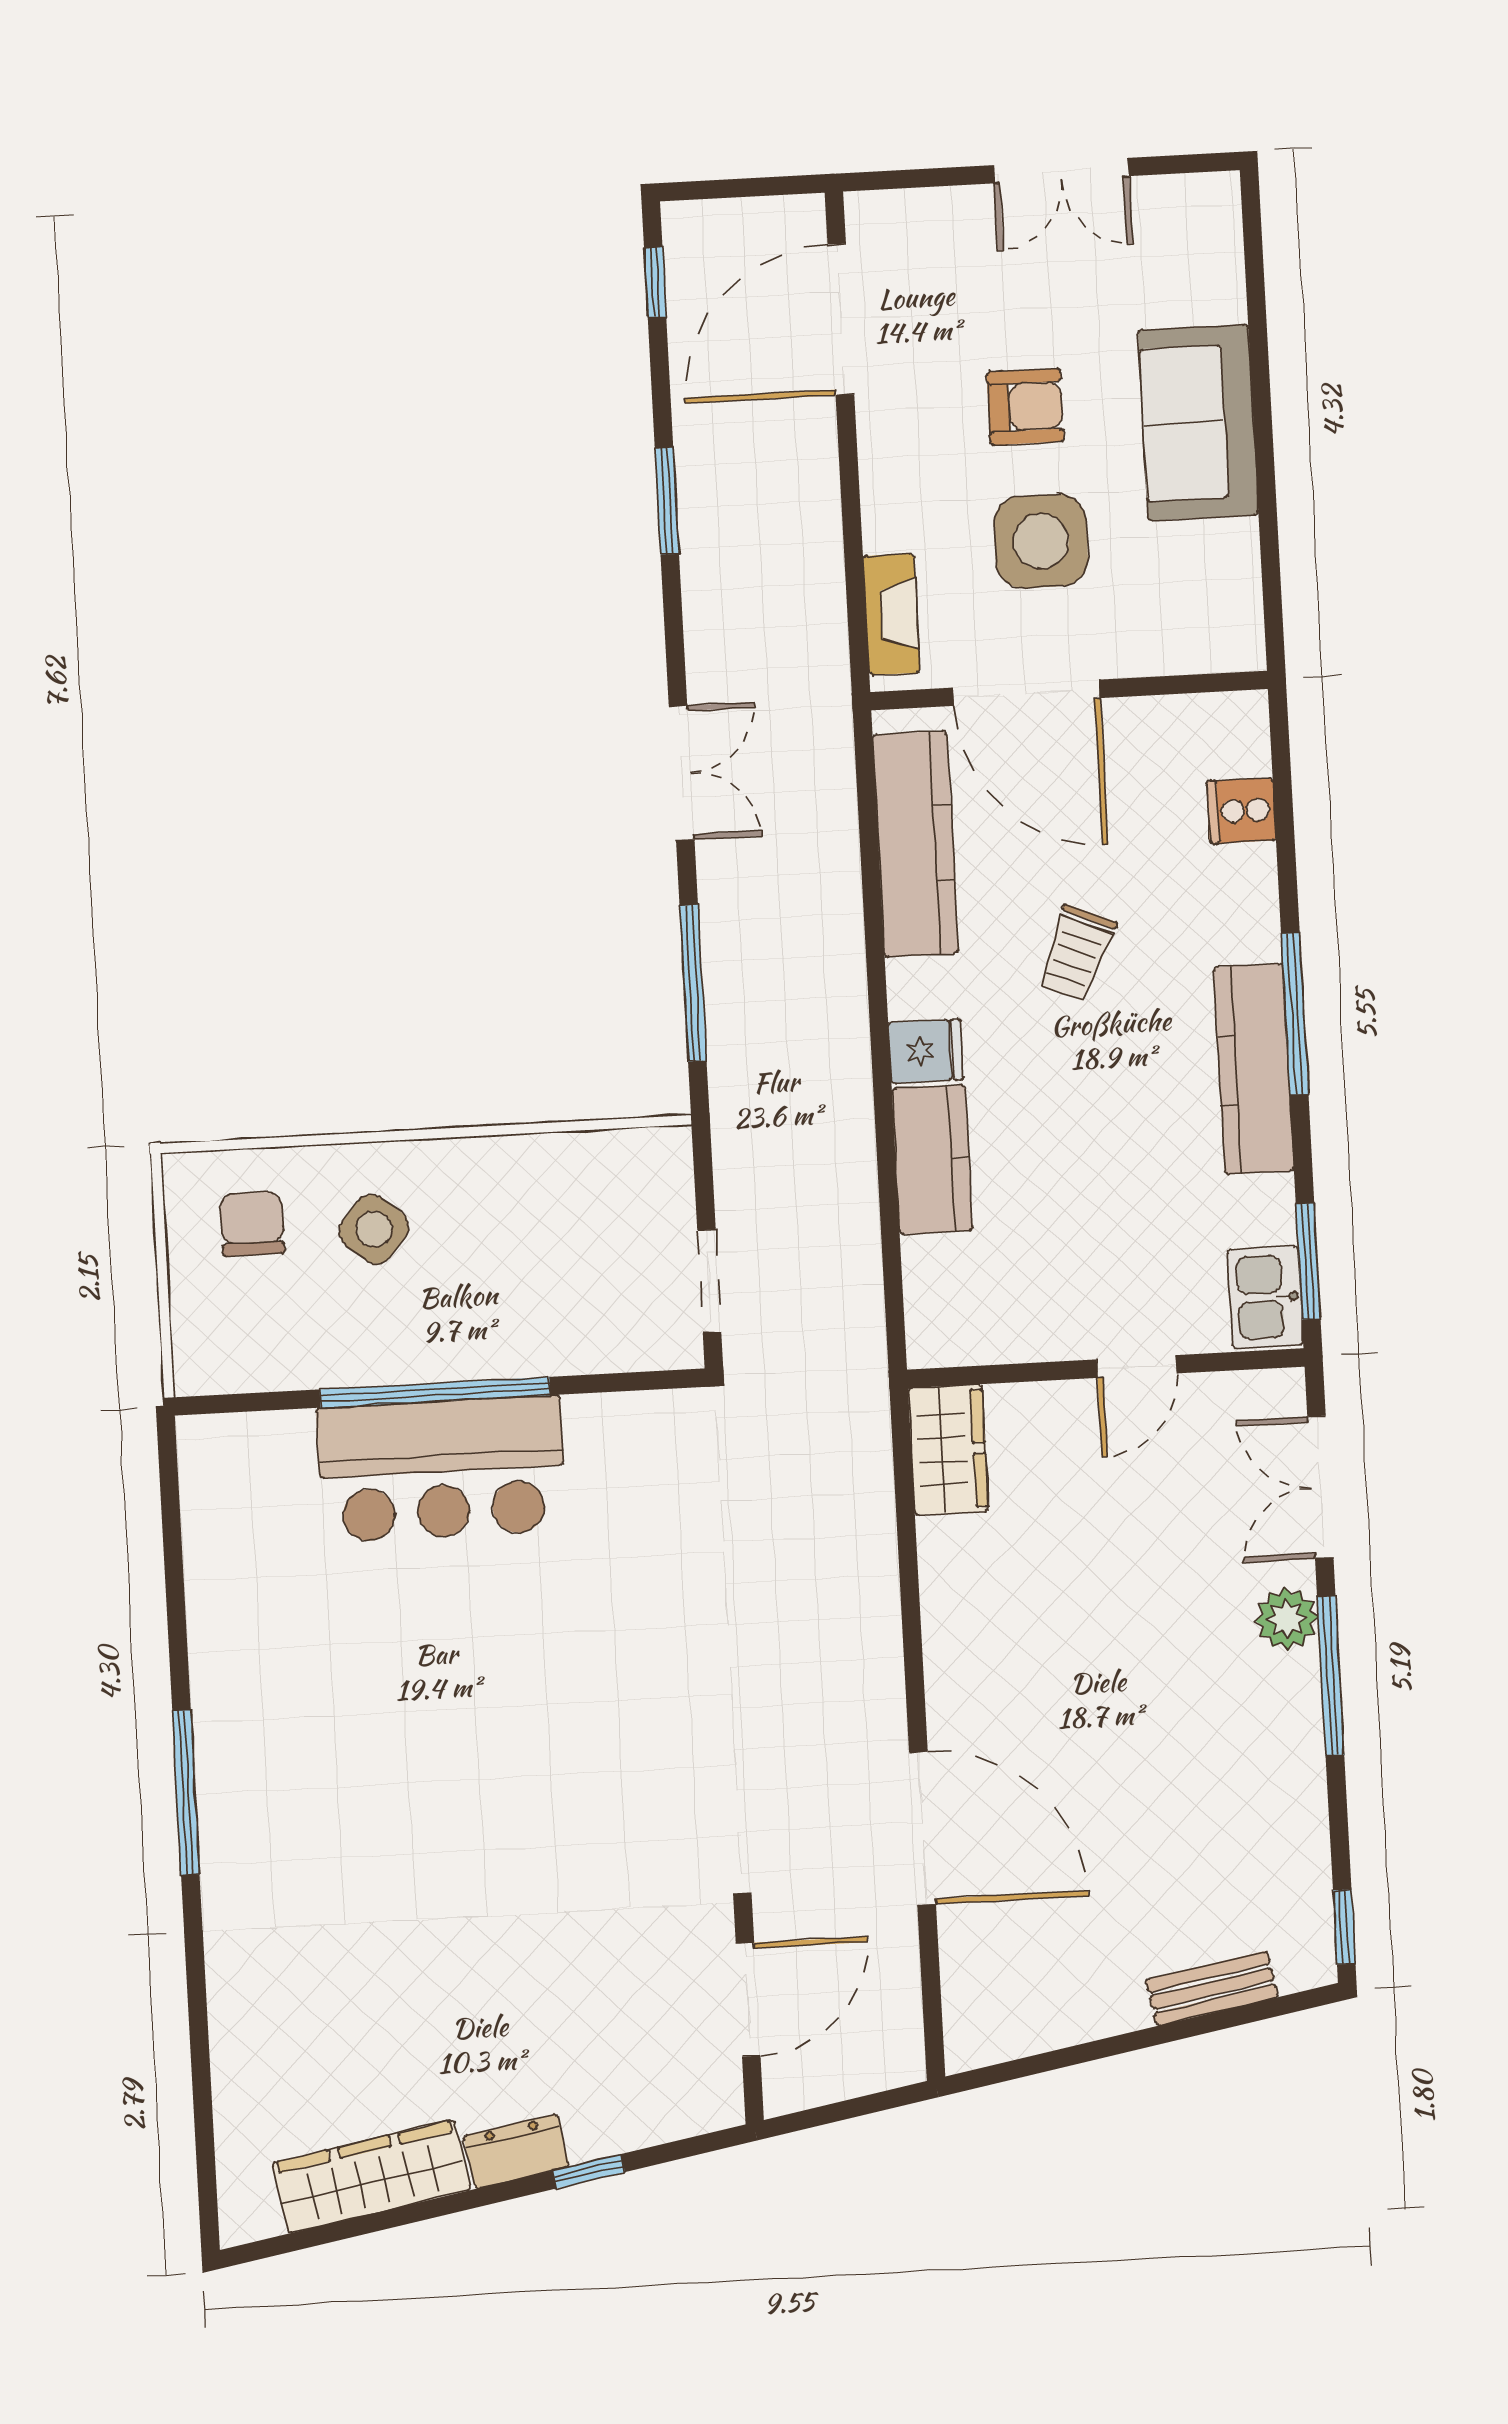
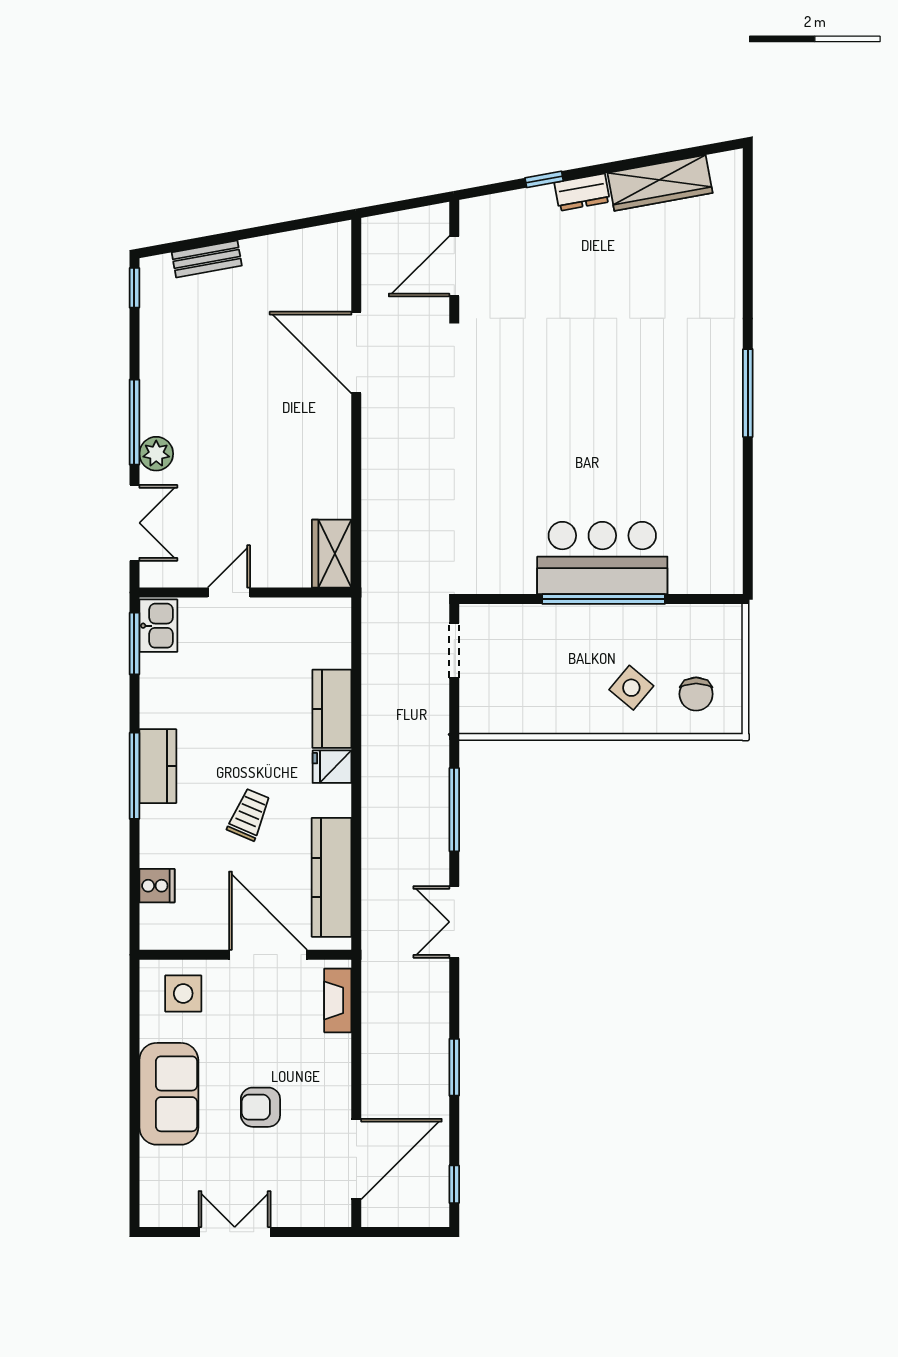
side table: (1041, 541) -> (183, 993), moved, width x0.73, depth x0.73
kitchen counter: (1254, 1069) -> (158, 766), width x0.67

